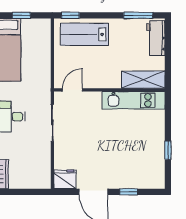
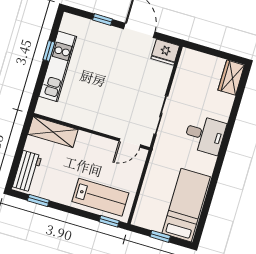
window: (138, 15) -> (38, 200), width x0.67
kitchen unit: (133, 100) -> (58, 66), moved, turned 90

